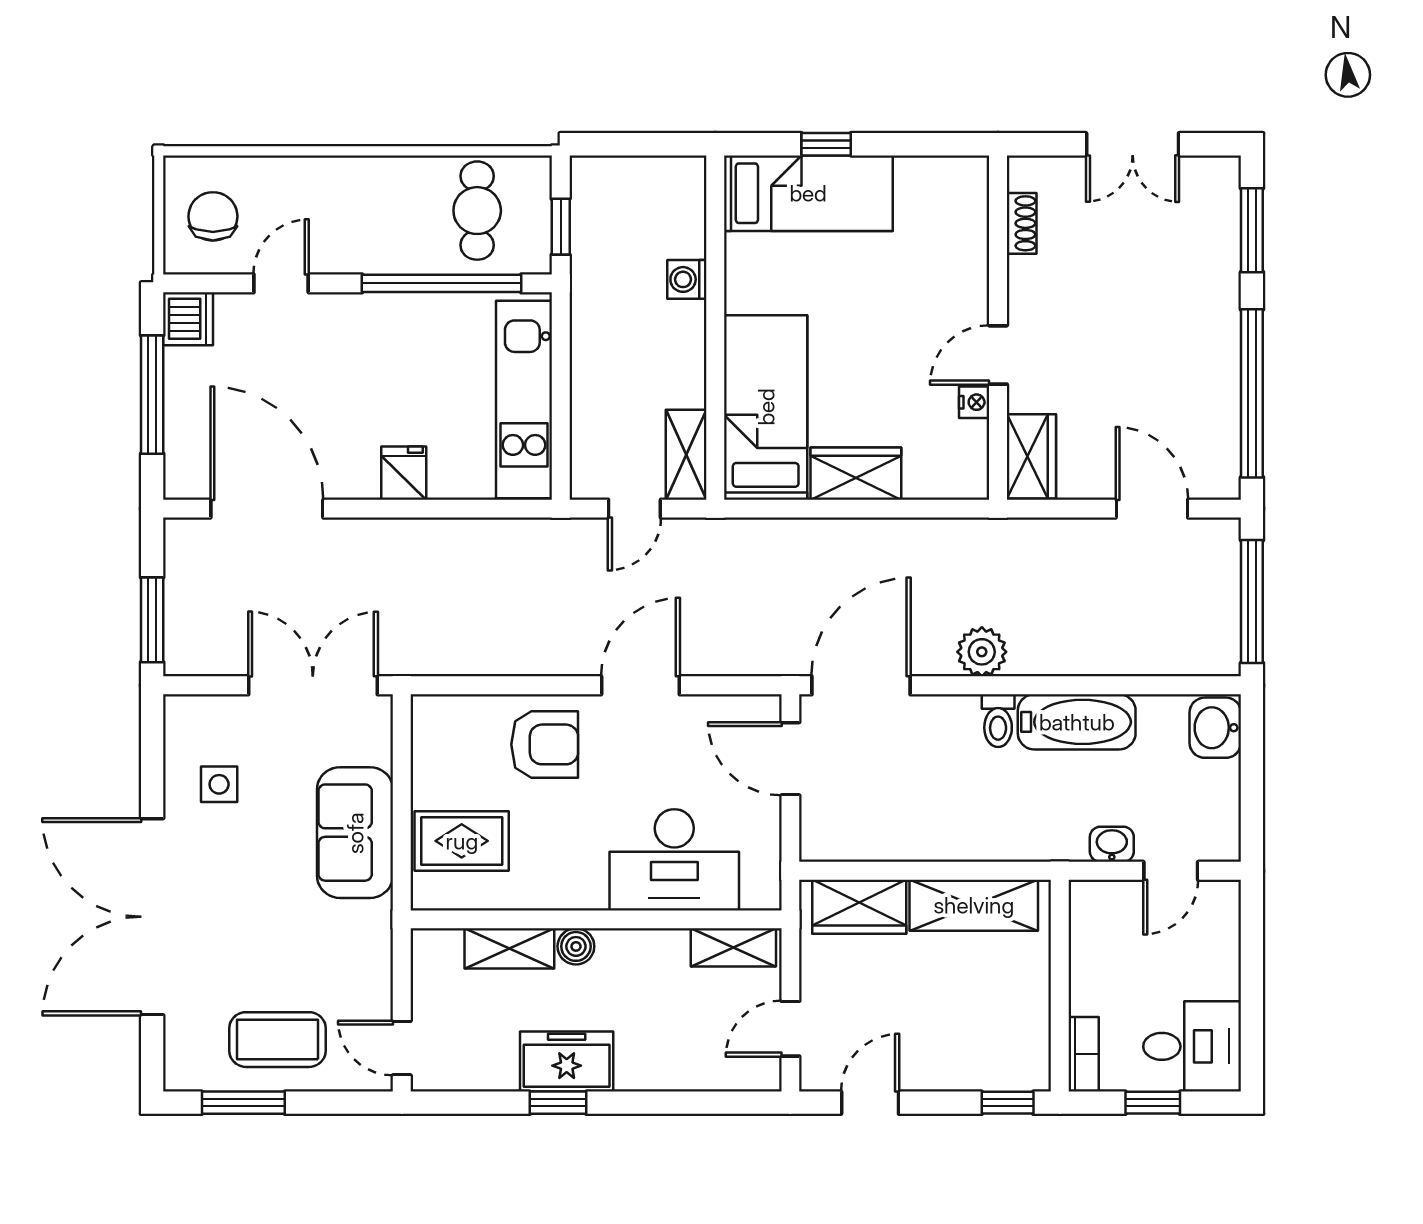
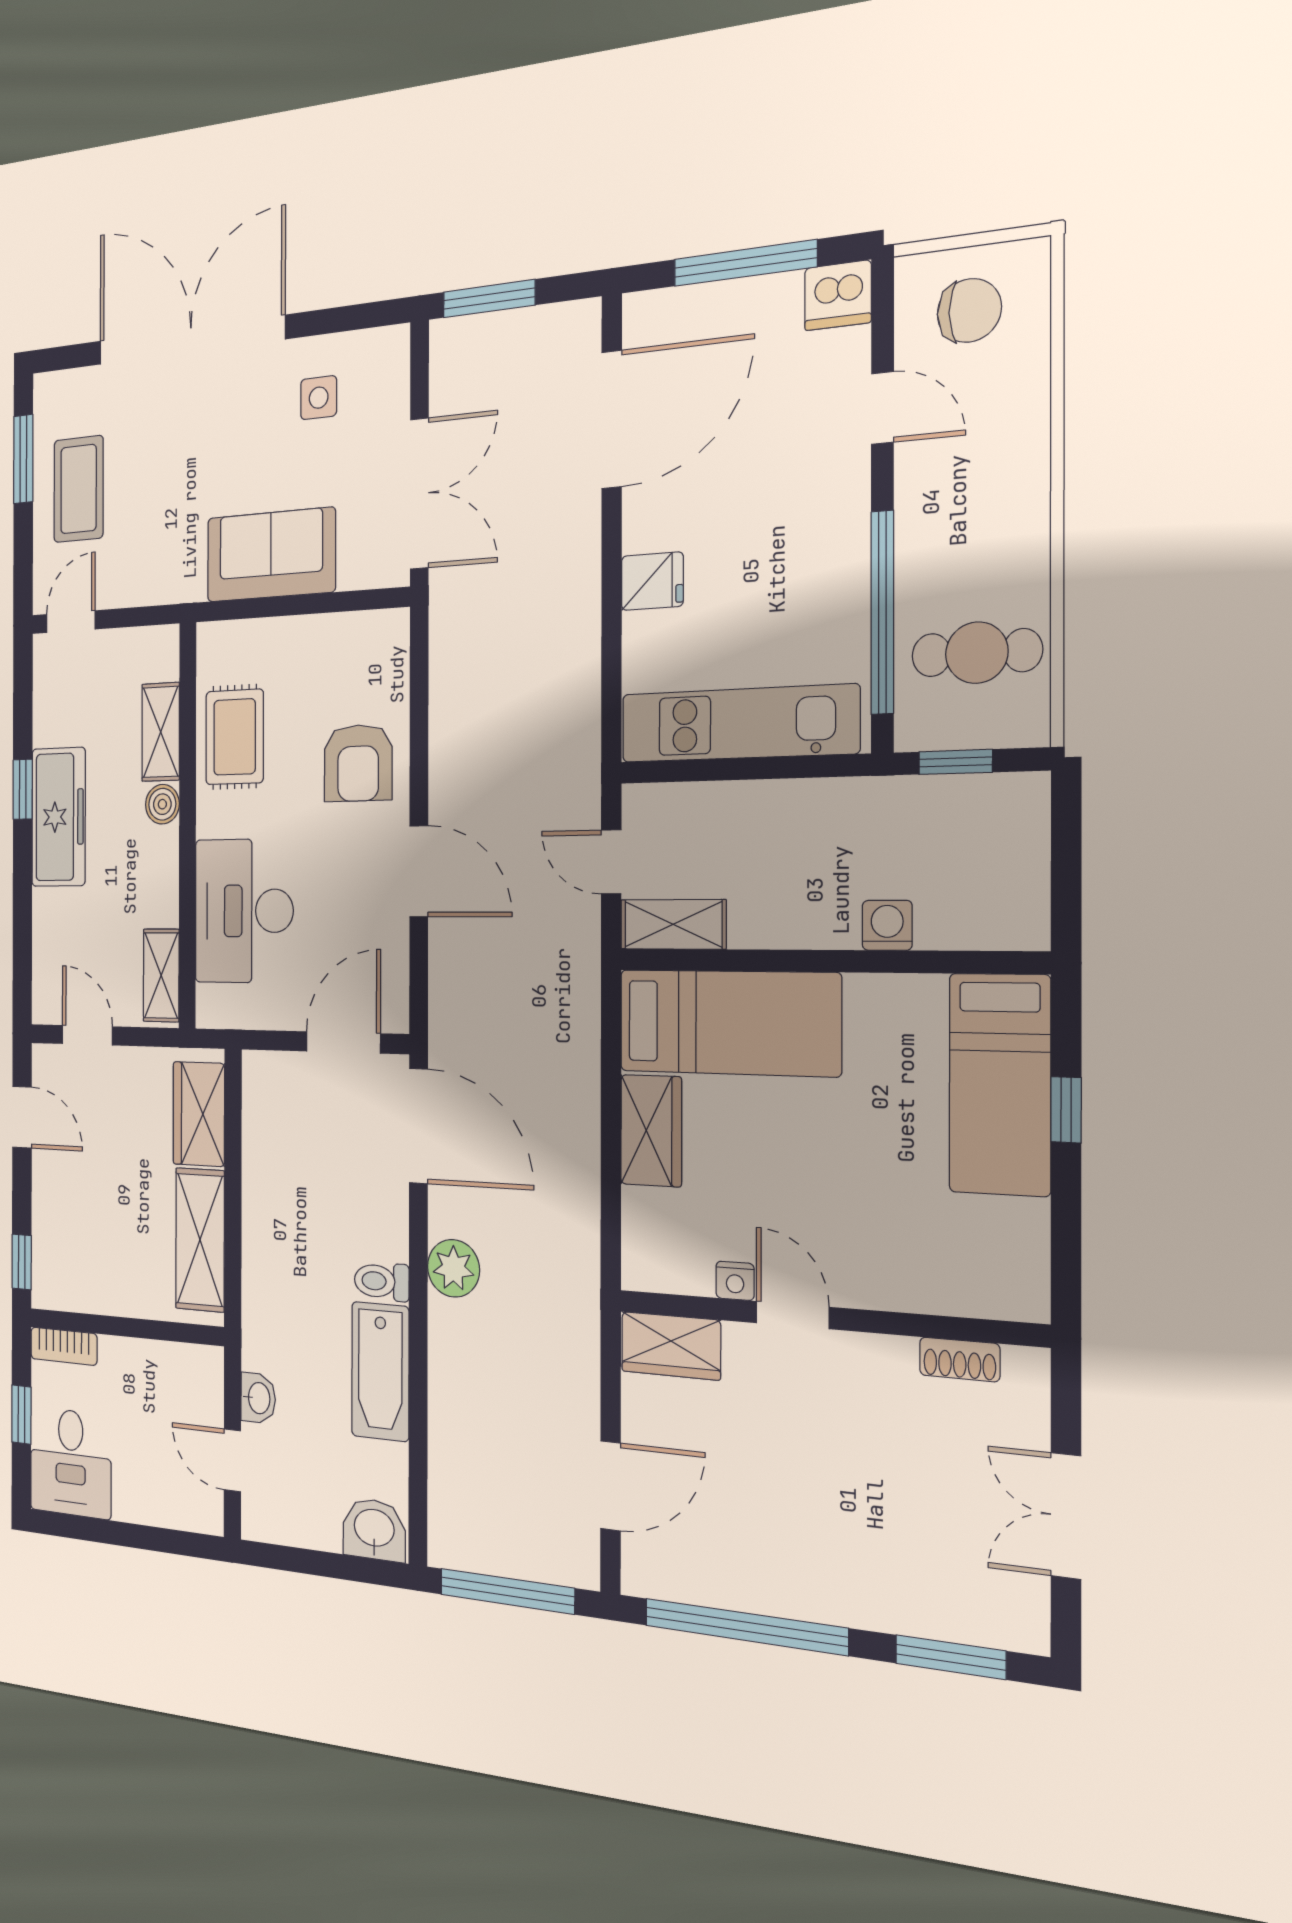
rug: (462, 841) -> (235, 737), moved
freezer: (567, 1061) -> (59, 817), width x1.40

